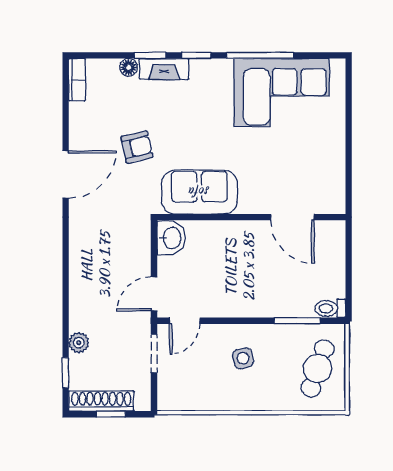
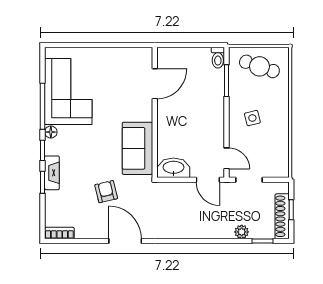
floor lamp: (129, 67) -> (51, 132), moved
washbasin: (171, 238) -> (173, 168), width x1.38

